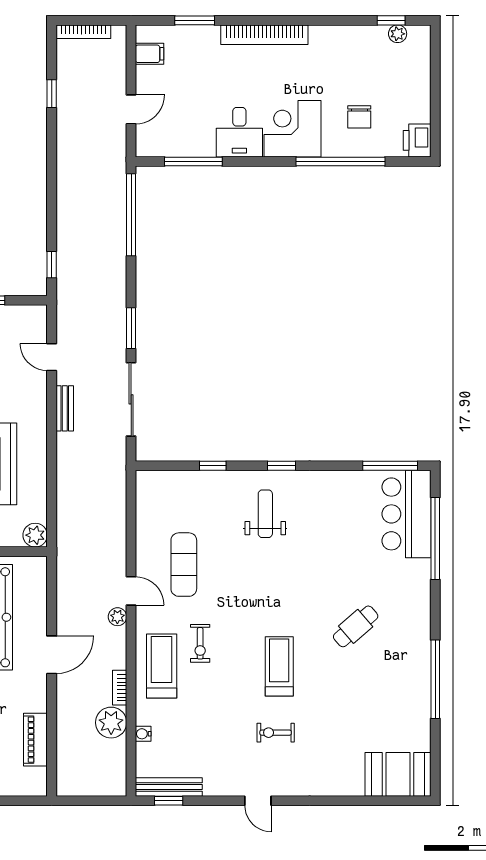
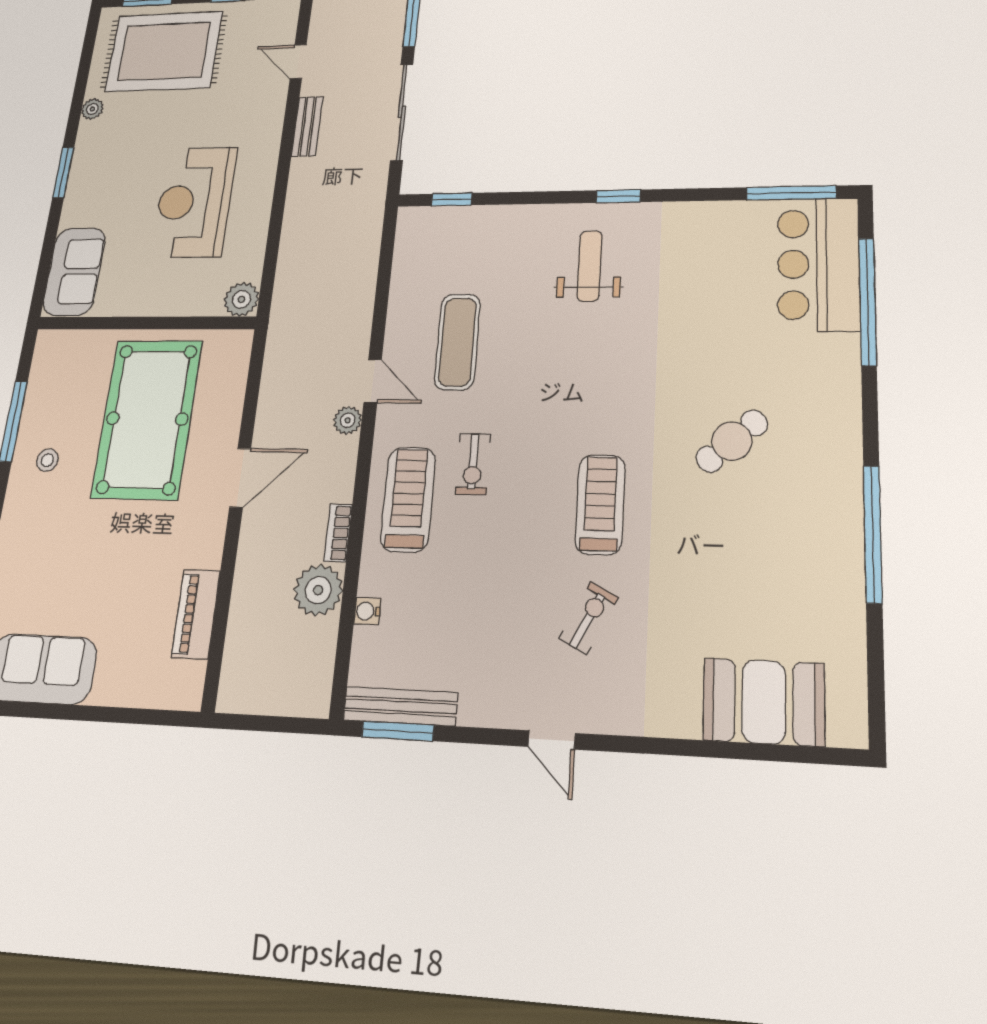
window: (213, 466) -> (452, 199), moved
exercise bike: (276, 733) -> (589, 618), turned 117
booth: (398, 774) -> (764, 702), moved
window: (169, 801) -> (398, 731), width x1.50

